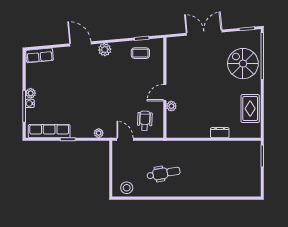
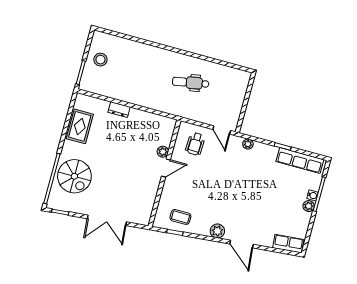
stool: (127, 188) -> (100, 60), moved

